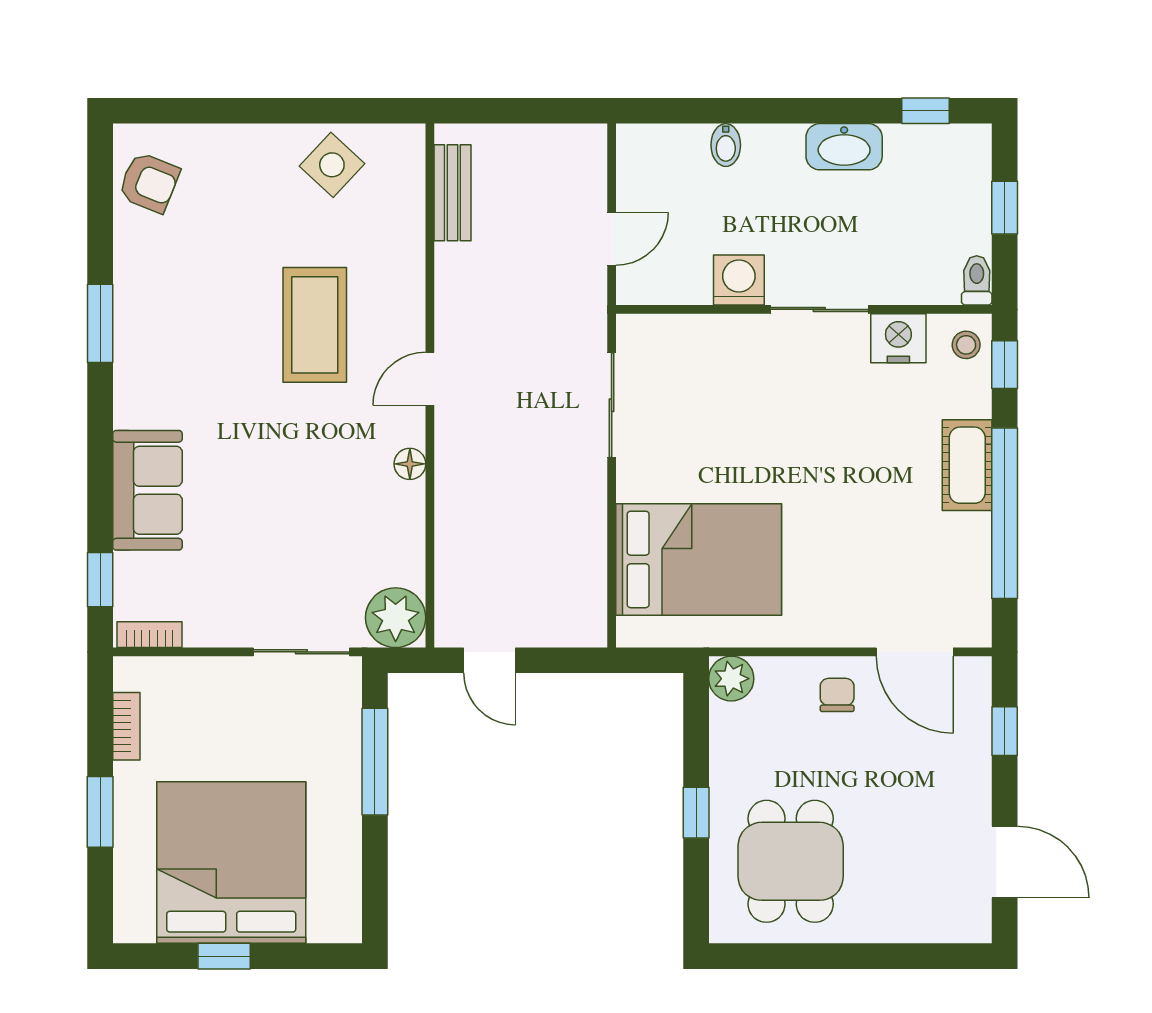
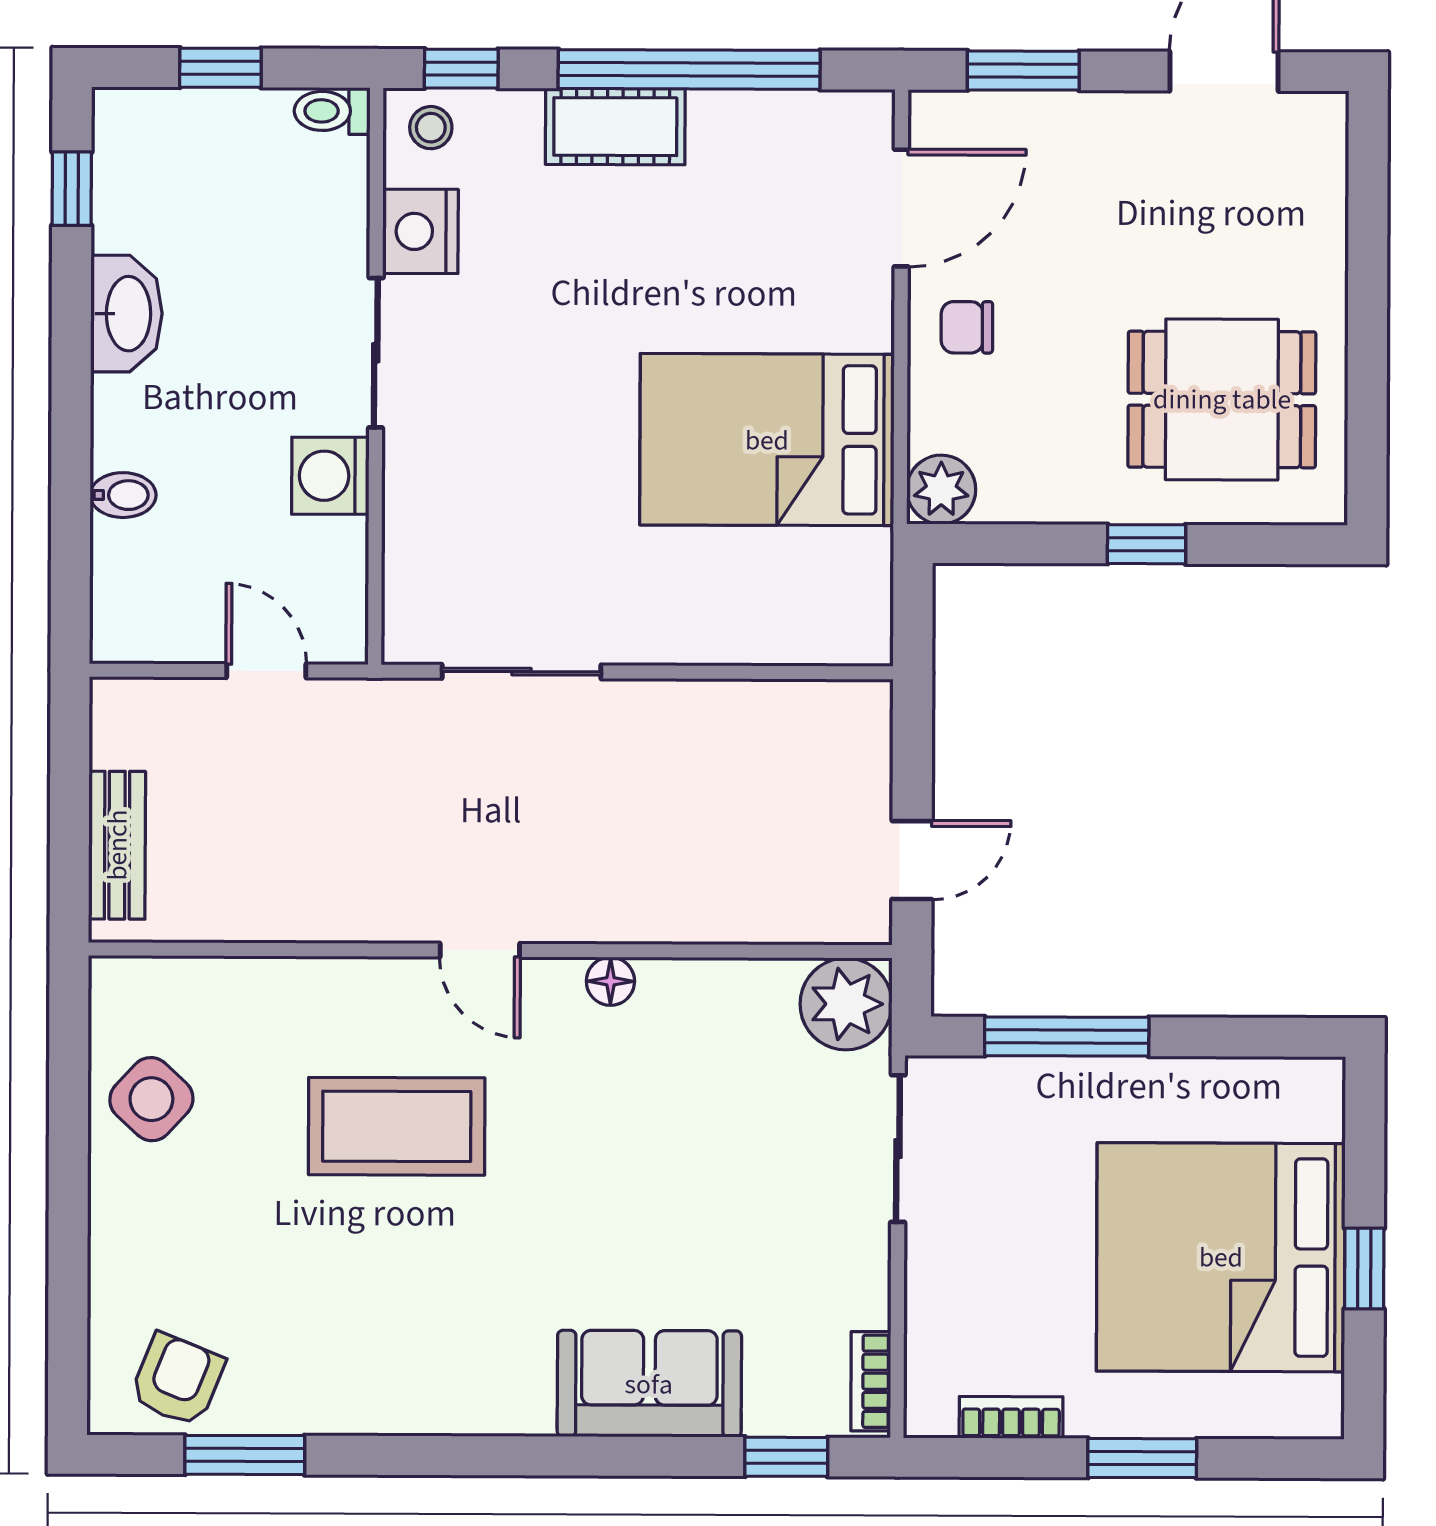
bench: (452, 193) -> (117, 845), moved, turned 90
window: (100, 323) -> (245, 1455), moved
bed: (699, 559) -> (767, 440), moved, turned -90
window: (1005, 731) -> (1023, 71), width x1.50

